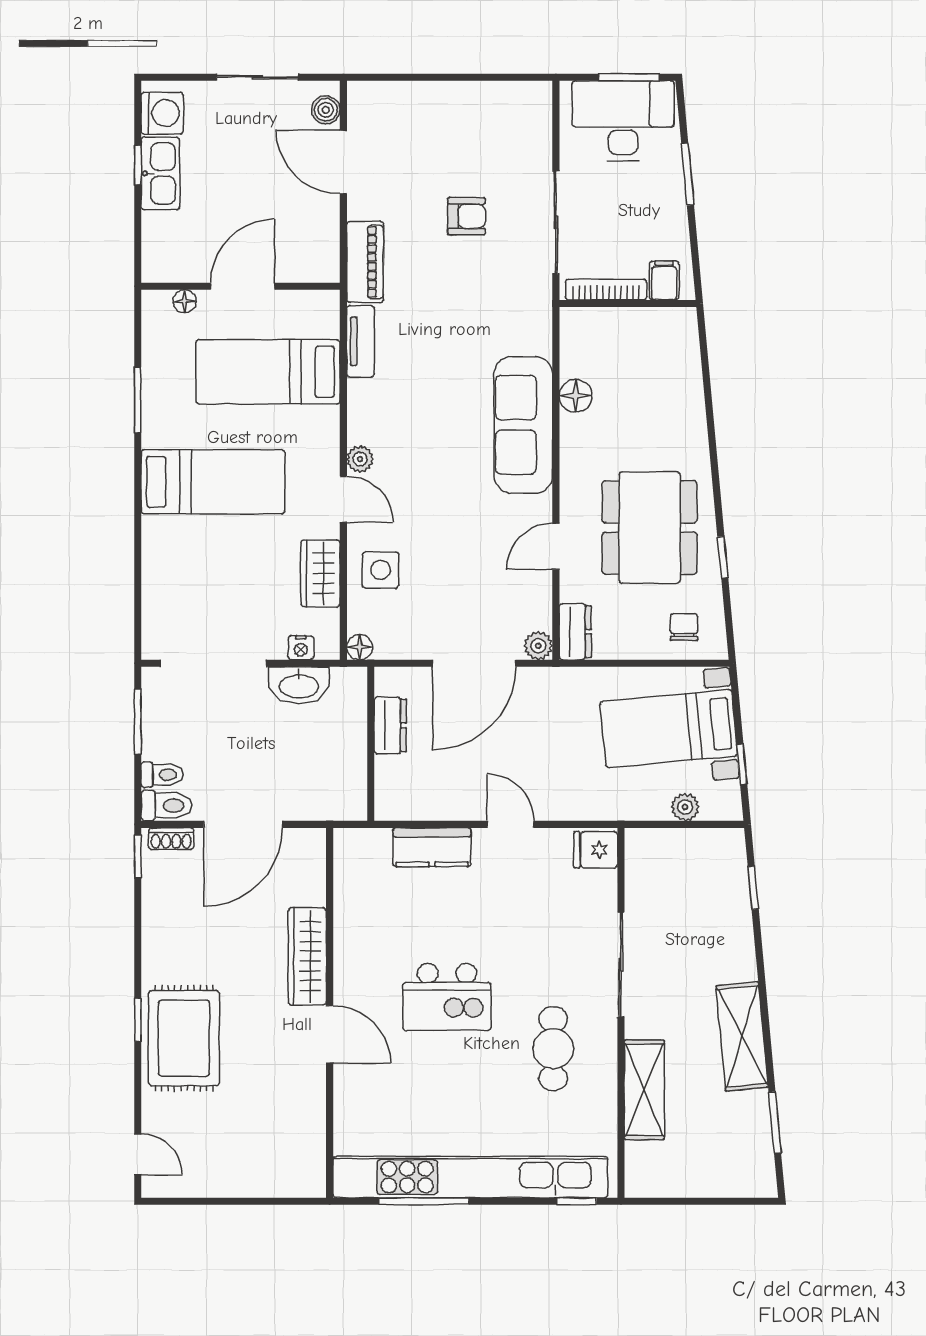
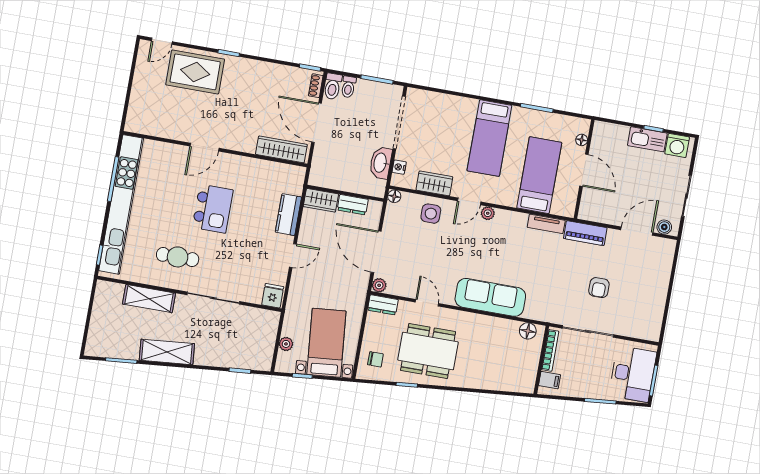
floor lamp: (576, 396) -> (528, 331), moved
wardrobe: (393, 789) -> (321, 200), added
wardrobe: (307, 956) -> (281, 149), moved
kitchen island: (447, 997) -> (213, 209), turned 180
rug: (184, 1038) -> (195, 72), moved

